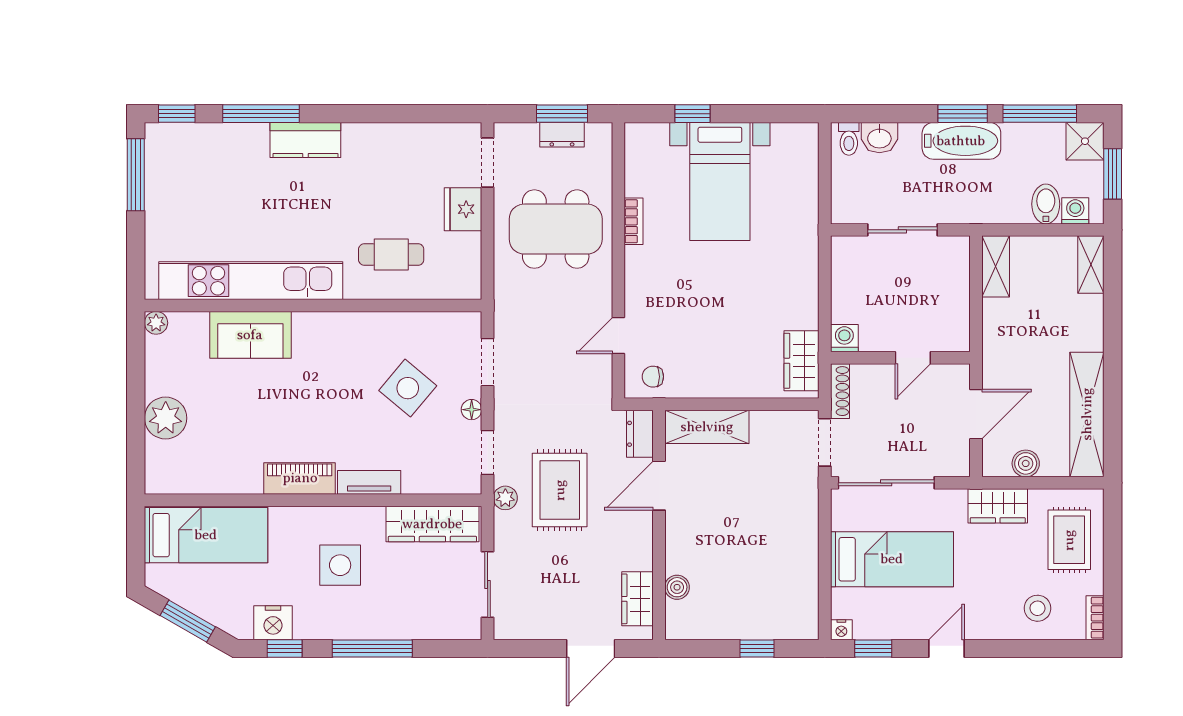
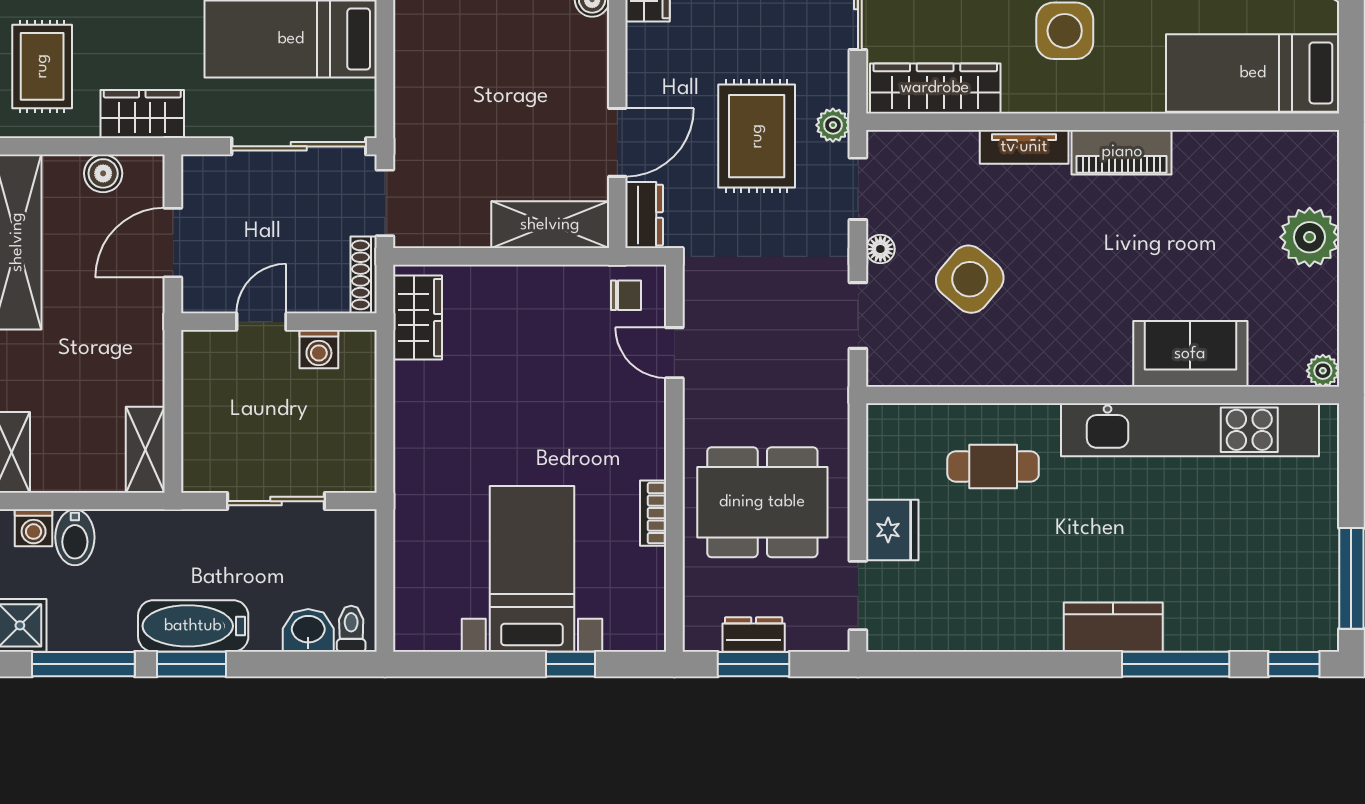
door: (618, 336) -> (674, 353), swing flipped
washing machine: (844, 338) -> (319, 349), moved

